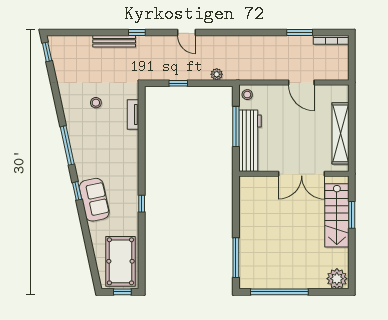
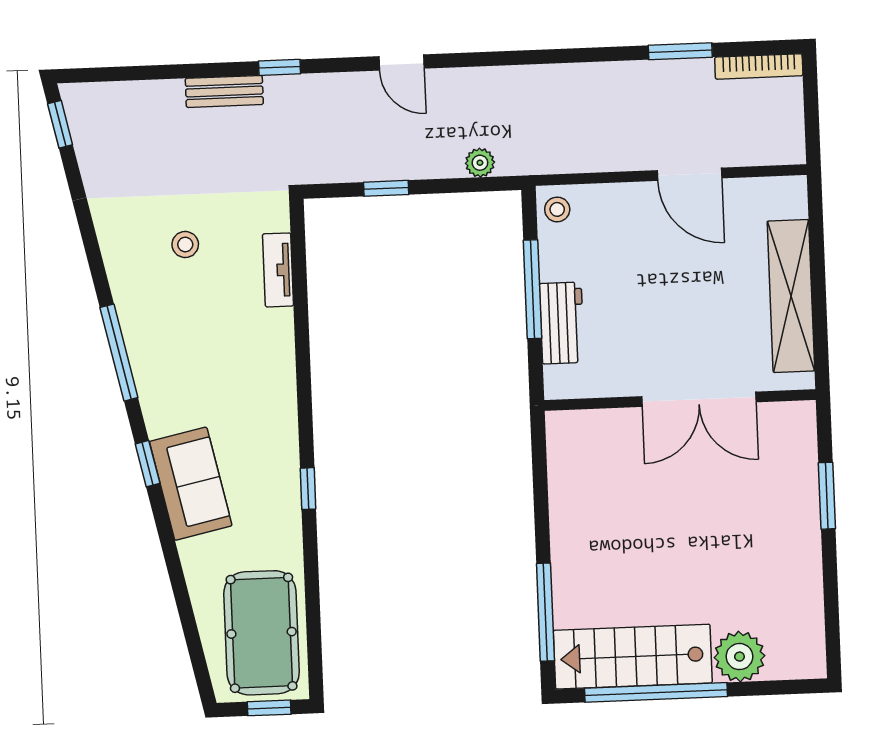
bench: (114, 41) -> (224, 91), width x0.73
workbench: (250, 141) -> (562, 323), width x0.53, depth x0.76
stairs: (337, 215) -> (633, 657), moved, turned 90
plant: (337, 279) -> (739, 657), moved

